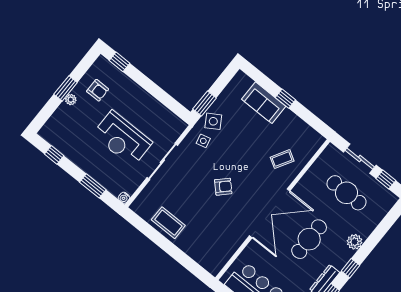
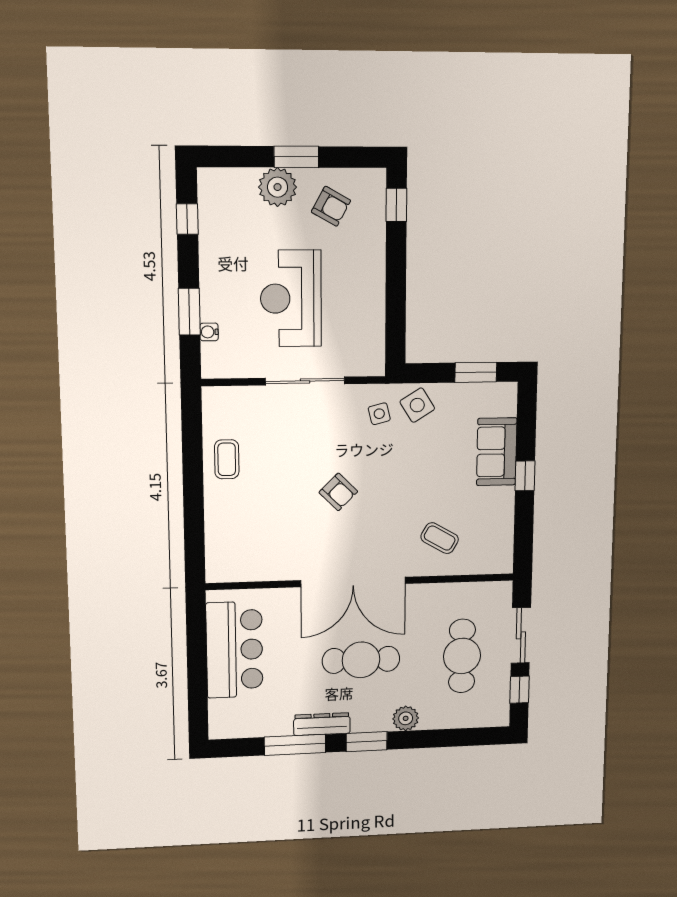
armchair: (98, 90) -> (331, 206), turned -61
plant: (71, 100) -> (278, 187), width x1.87, depth x1.87
window: (205, 103) -> (476, 372), moved
water cooler: (124, 198) -> (209, 332), moved
coffee table: (168, 223) -> (227, 459), width x0.73, depth x0.77
window: (350, 268) -> (367, 742), width x1.50

